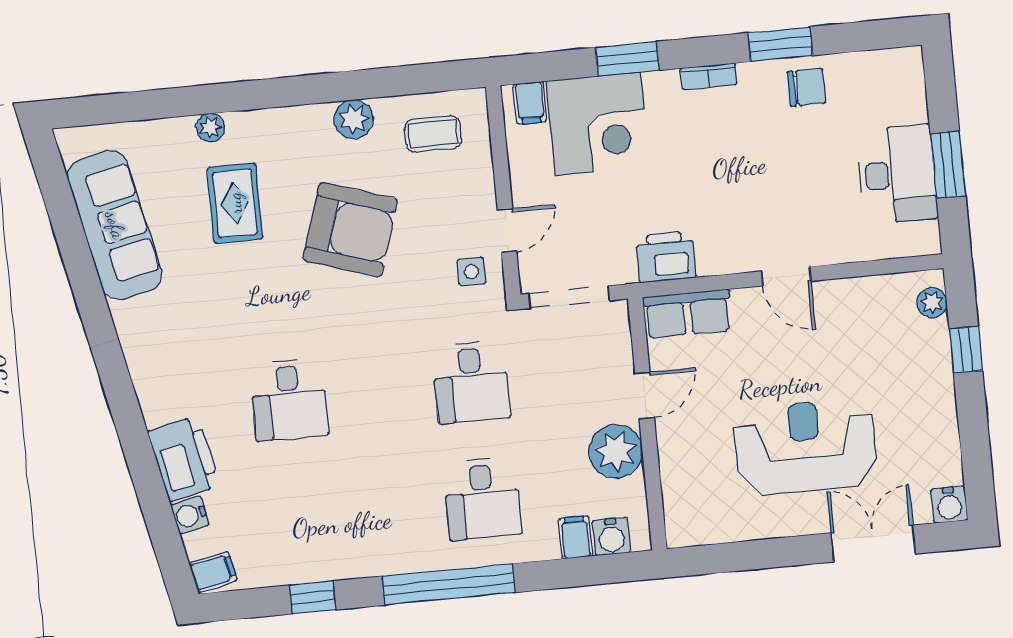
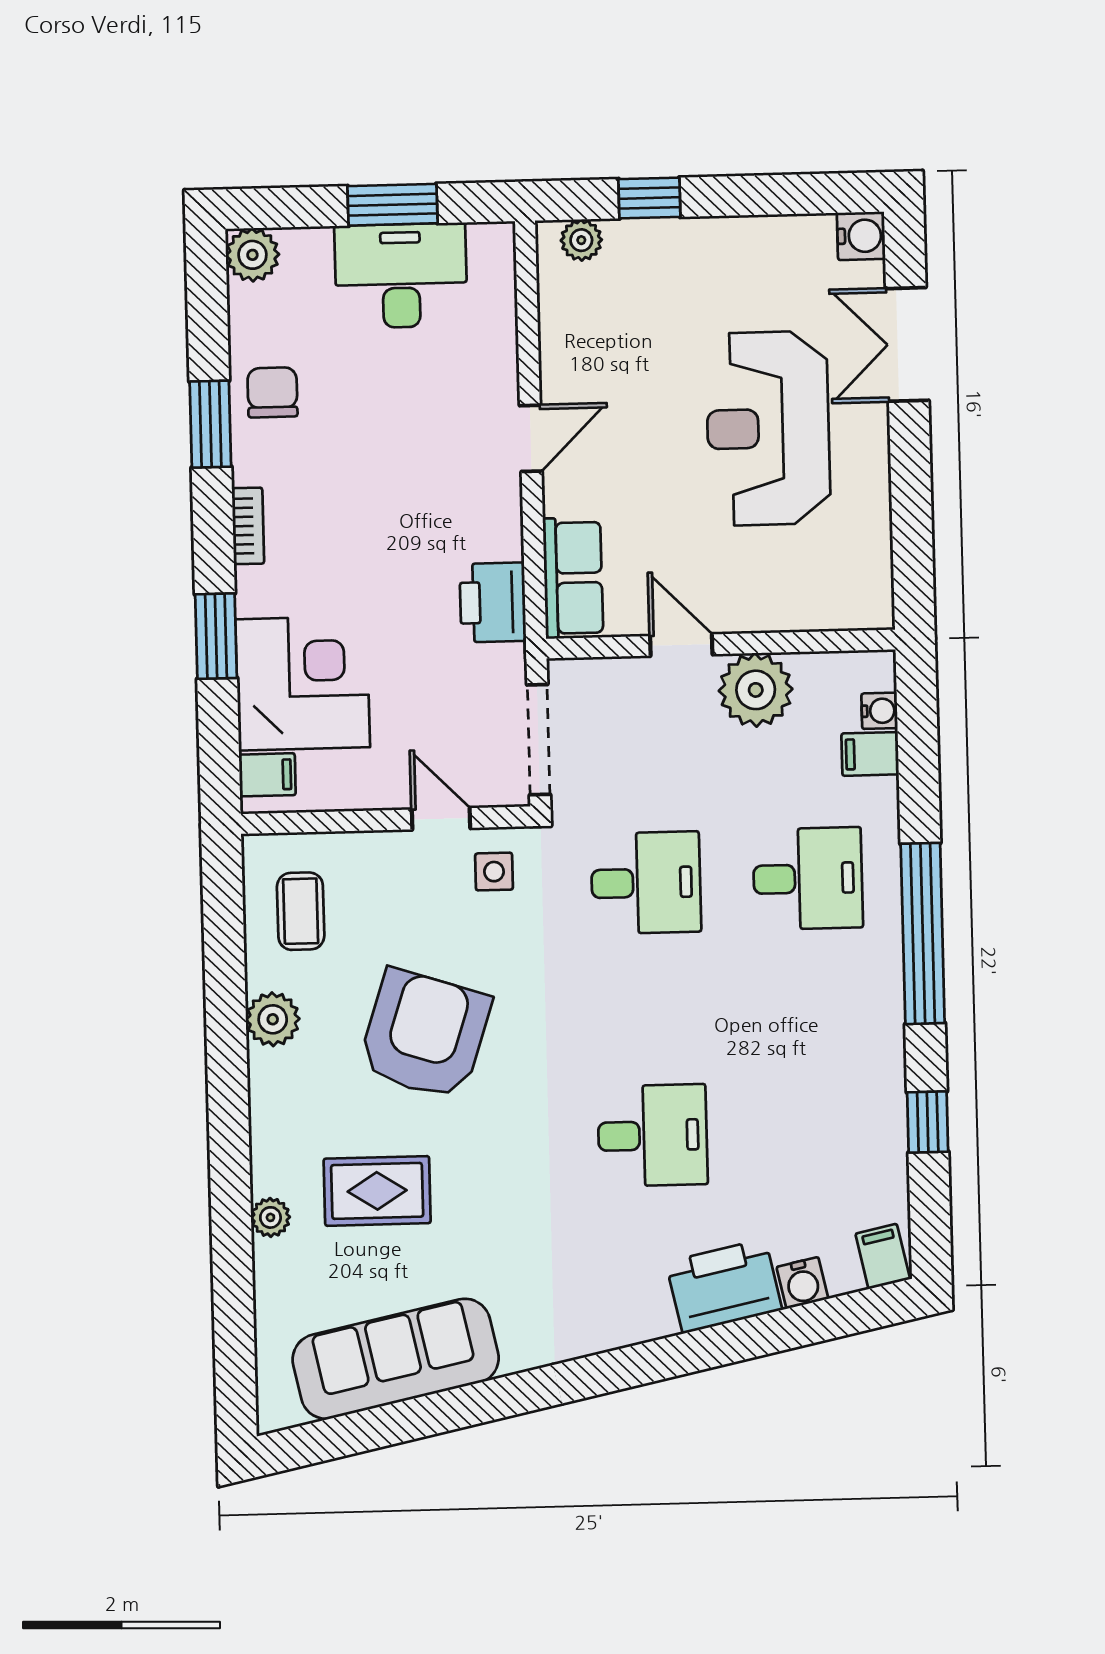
plant: (905, 66) -> (252, 255), added
water cooler: (611, 536) -> (879, 711), width x0.72, depth x0.72

